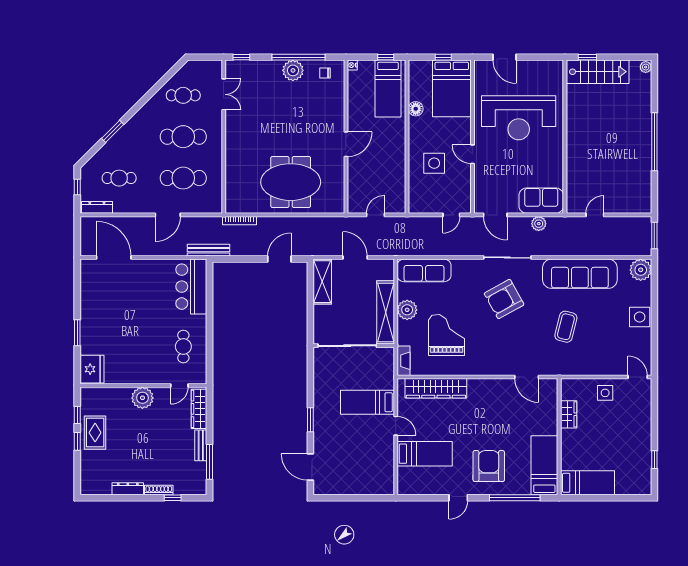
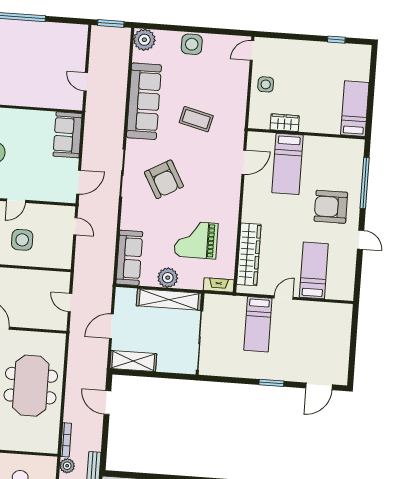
plant: (539, 224) -> (67, 466), moved
bed: (544, 465) -> (288, 164), moved, turned -90

